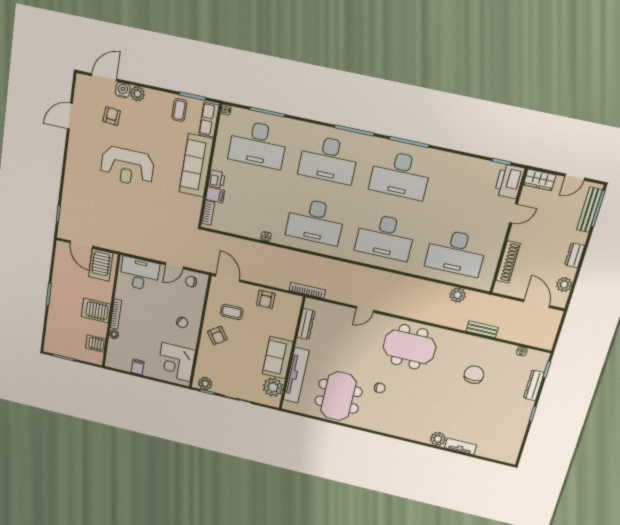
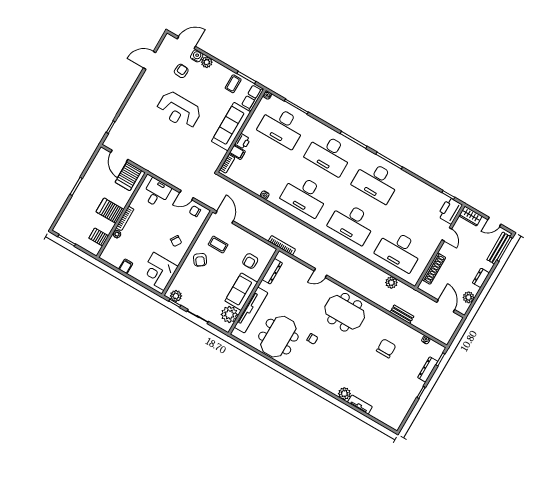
door: (514, 213) -> (447, 234), hinge flipped
desk: (139, 274) -> (156, 193), width x0.73
armchair: (266, 299) -> (250, 261), moved

